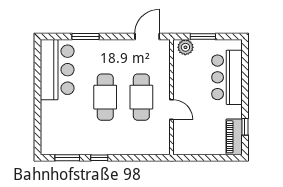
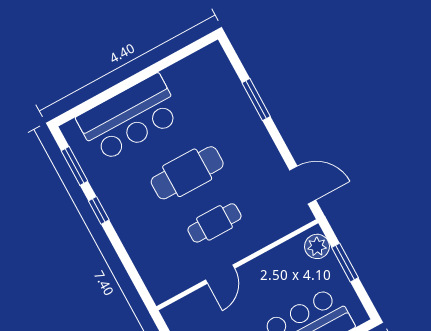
bar counter: (57, 70) -> (129, 118), moved
cafe table: (141, 97) -> (214, 223), width x0.73, depth x0.74

